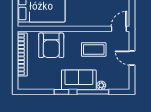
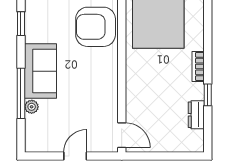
coffee table: (94, 50) -> (89, 95), removed
window: (61, 92) -> (21, 24), moved

